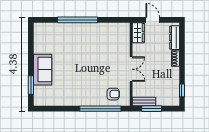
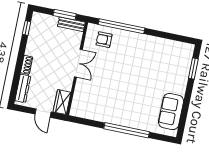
double door: (131, 69) -> (78, 63), swing flipped
sofa: (43, 70) -> (171, 112), moved

